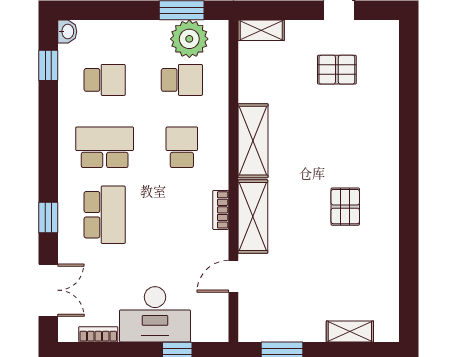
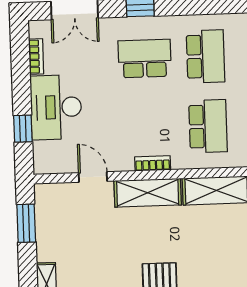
school desk: (182, 147) -> (208, 126), width x1.85
school desk: (105, 215) -> (145, 58), turned 180

